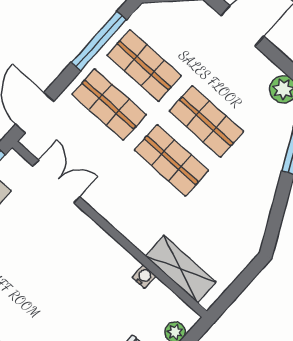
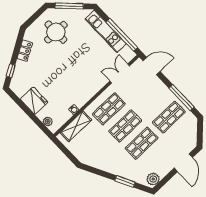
shop shelf: (109, 104) -> (109, 109), moved
double door: (56, 181) -> (120, 73), swing flipped

